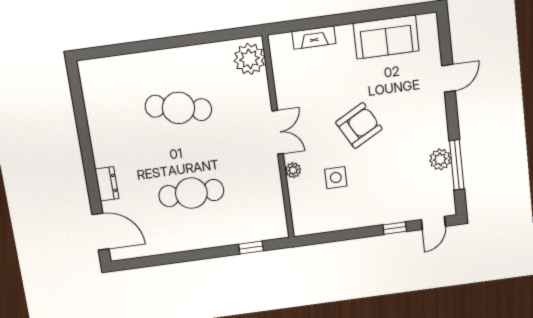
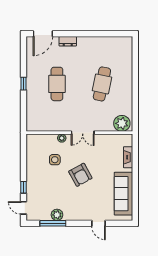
sofa: (386, 37) -> (124, 194), width x1.36
window: (251, 248) -> (24, 84), moved

